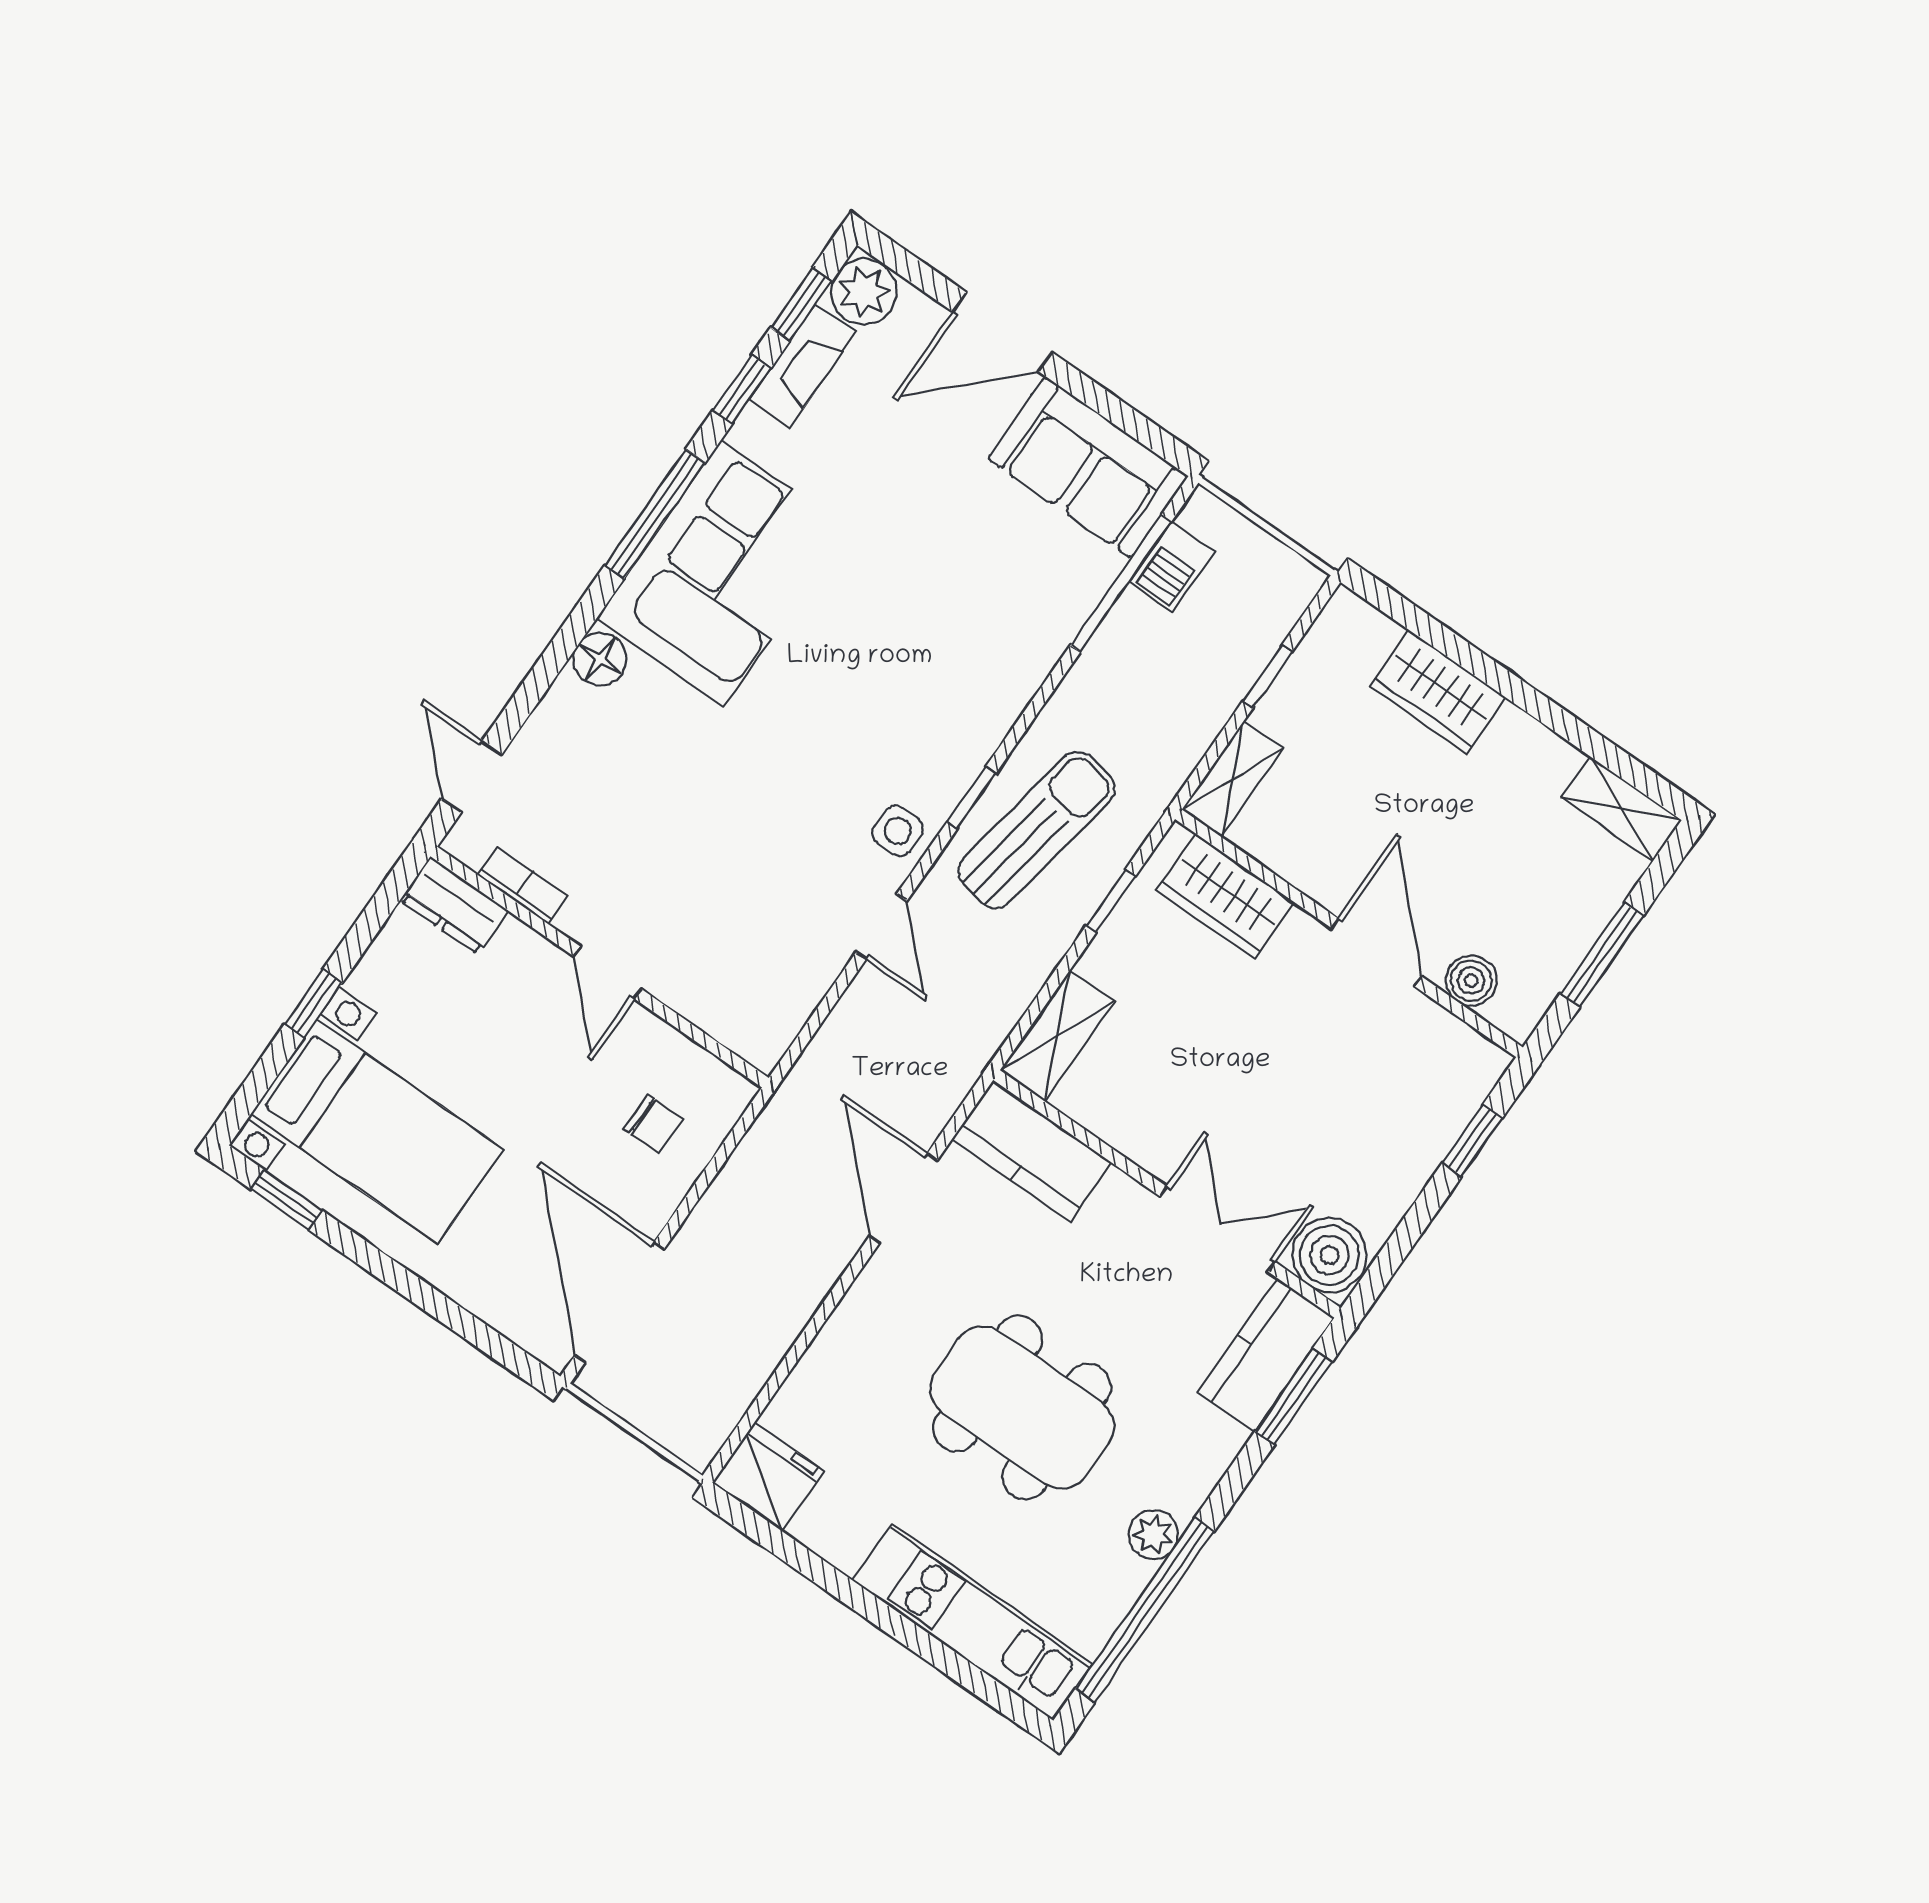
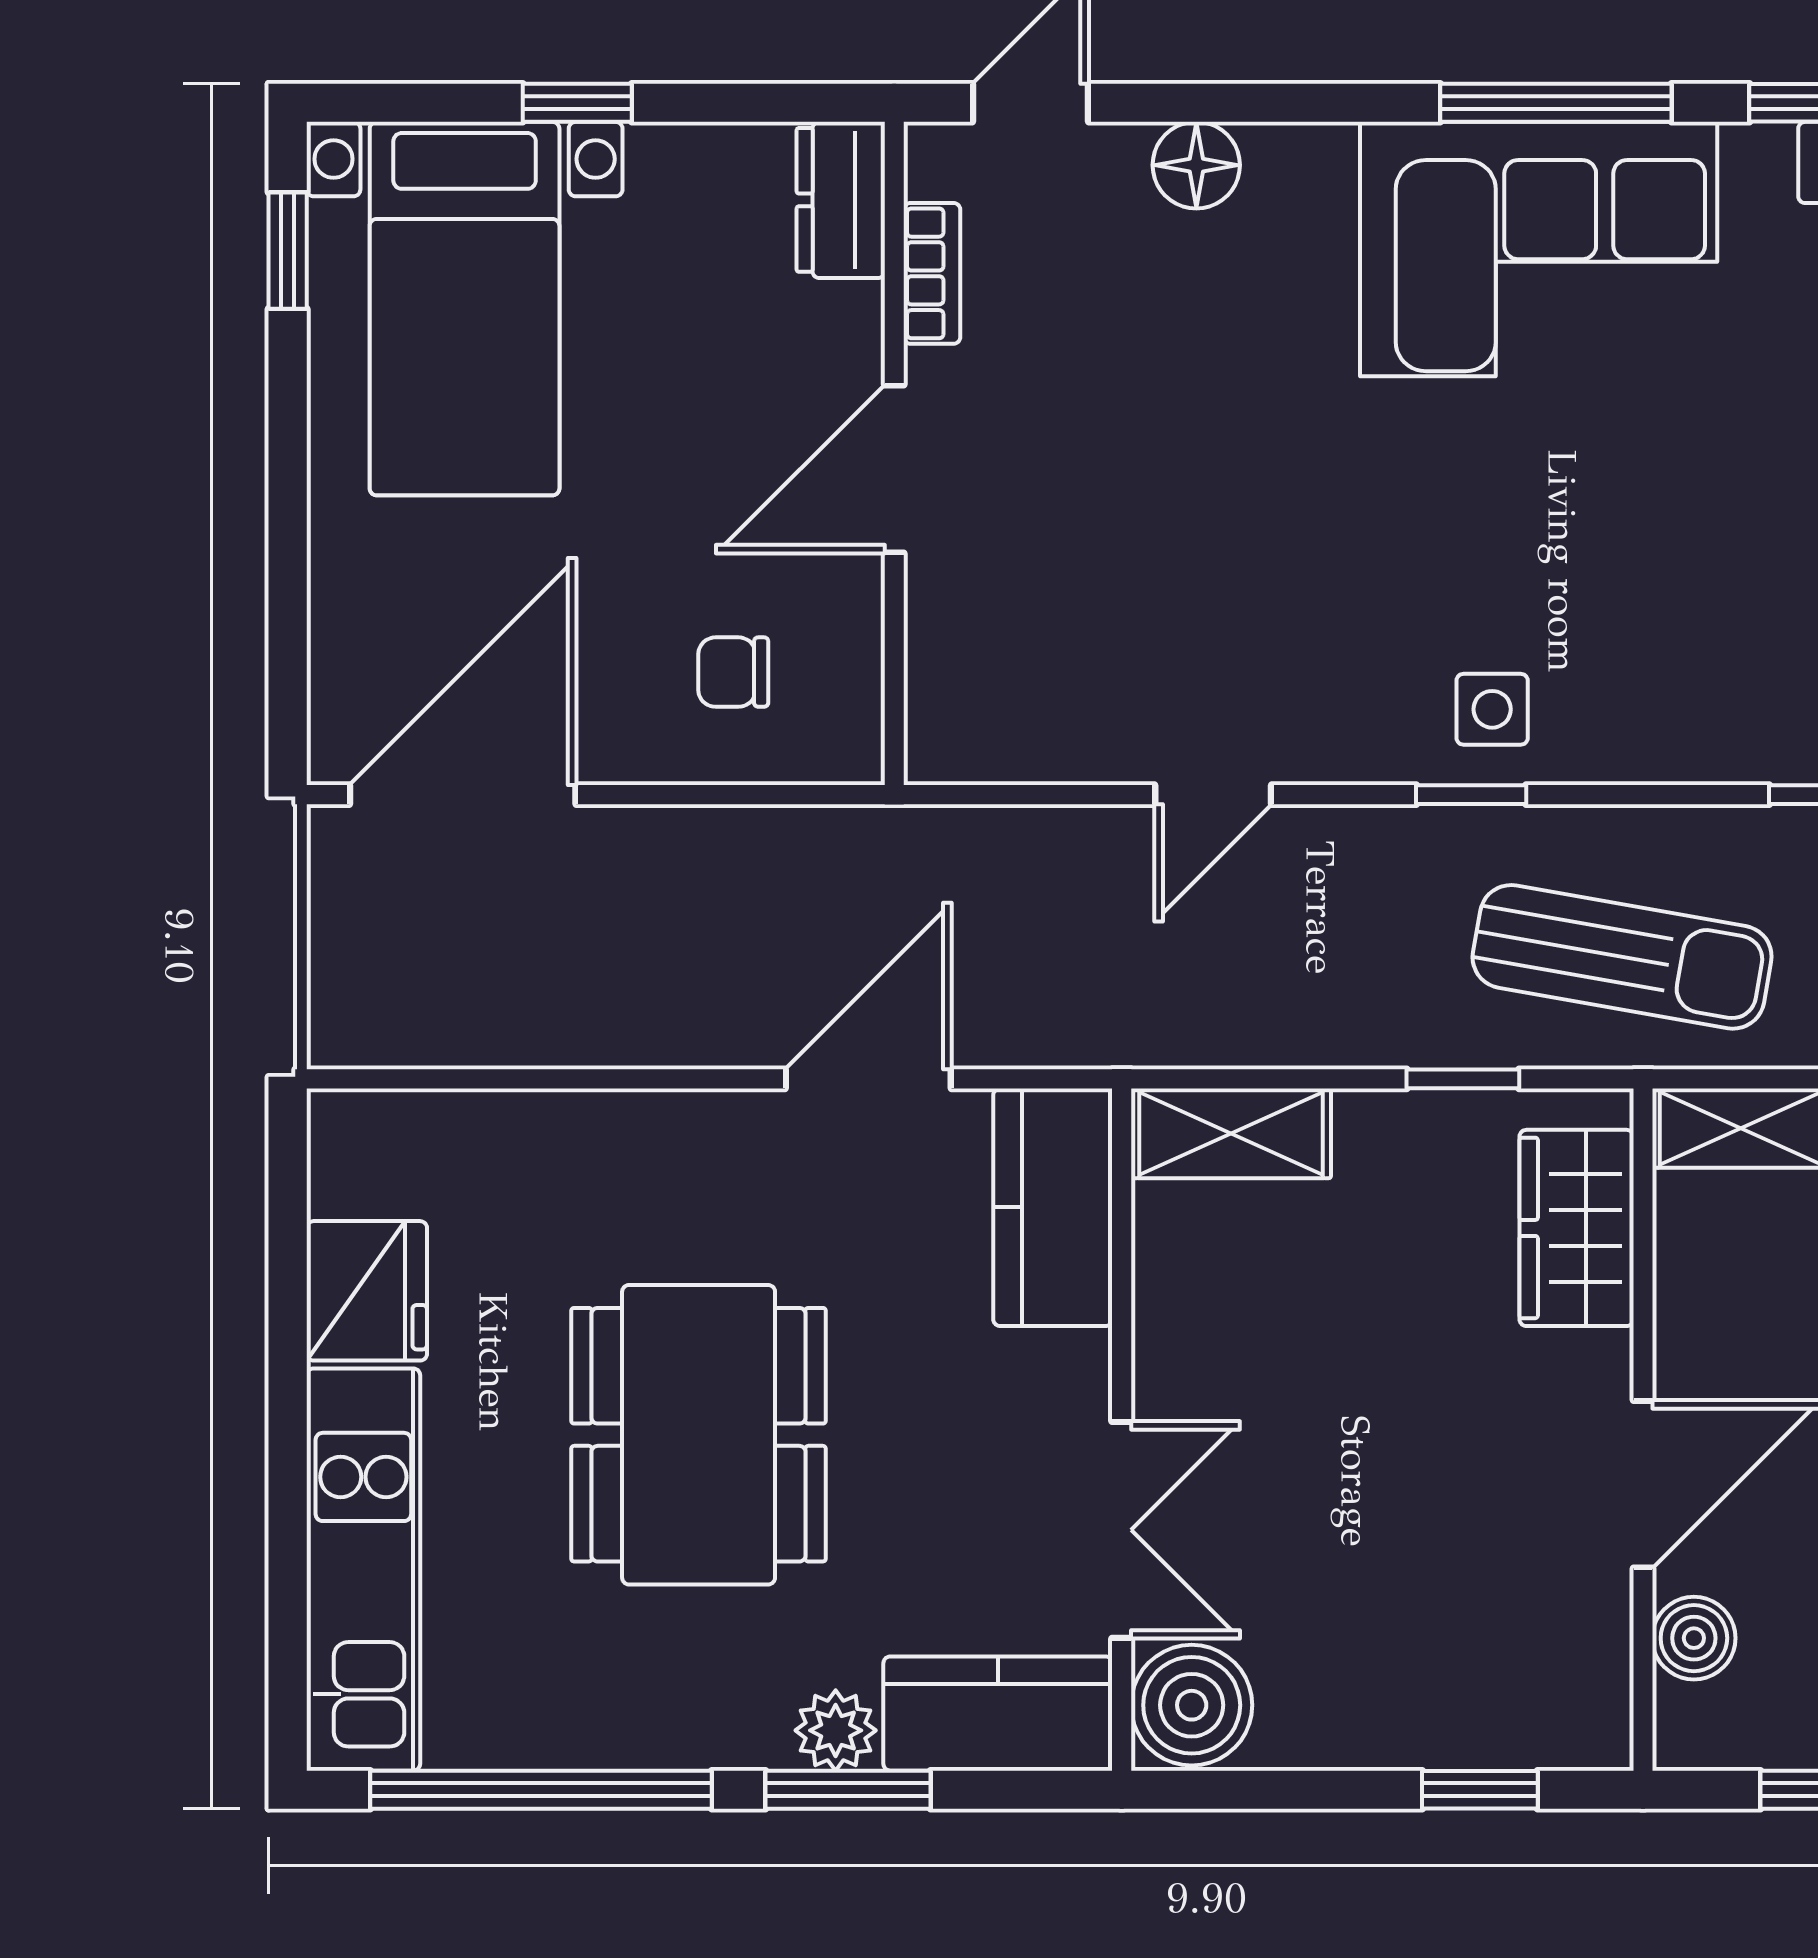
floor lamp: (600, 659) -> (1196, 165), moved
sun lounger: (1037, 830) -> (1622, 957), moved
side table: (898, 831) -> (1492, 709), moved
door: (607, 973) -> (894, 469), width x1.38
chair: (653, 1124) -> (733, 672), turned 90
window: (1294, 1397) -> (848, 1790), moved
fridge: (768, 1477) -> (367, 1291), moved
plant: (1153, 1534) -> (836, 1730), moved

